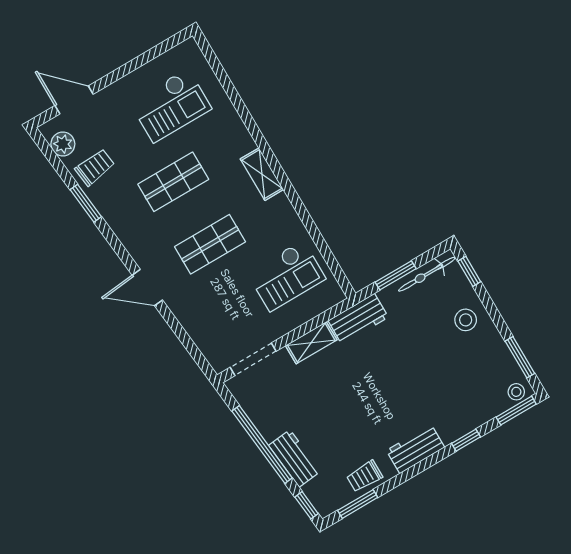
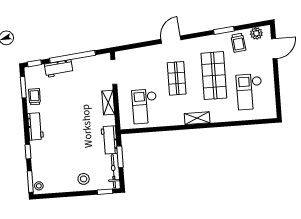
shop shelf: (173, 182) -> (214, 76), width x1.43, depth x1.36
workbench: (358, 319) -> (109, 140), moved
window: (520, 357) -> (54, 195), removed

